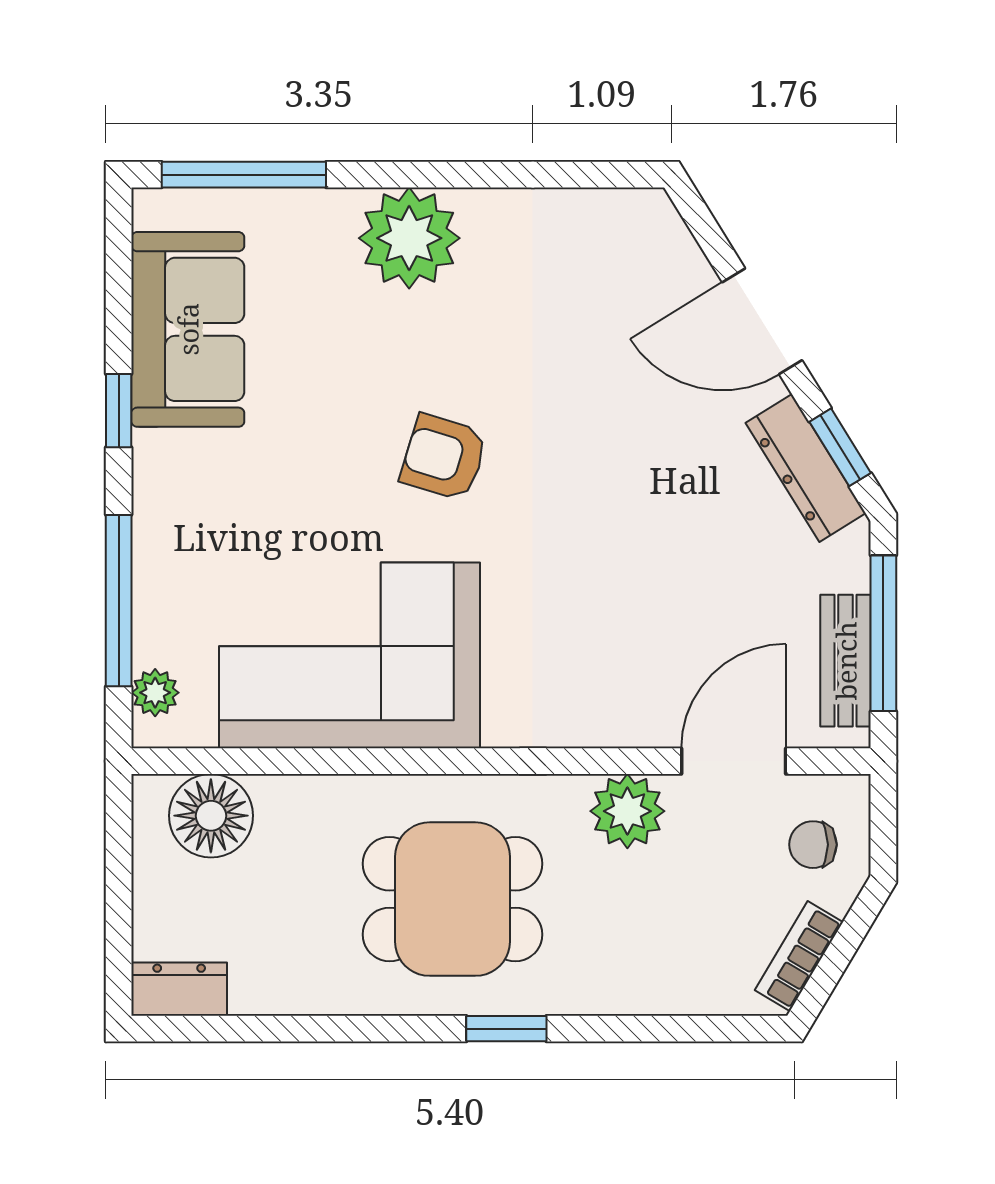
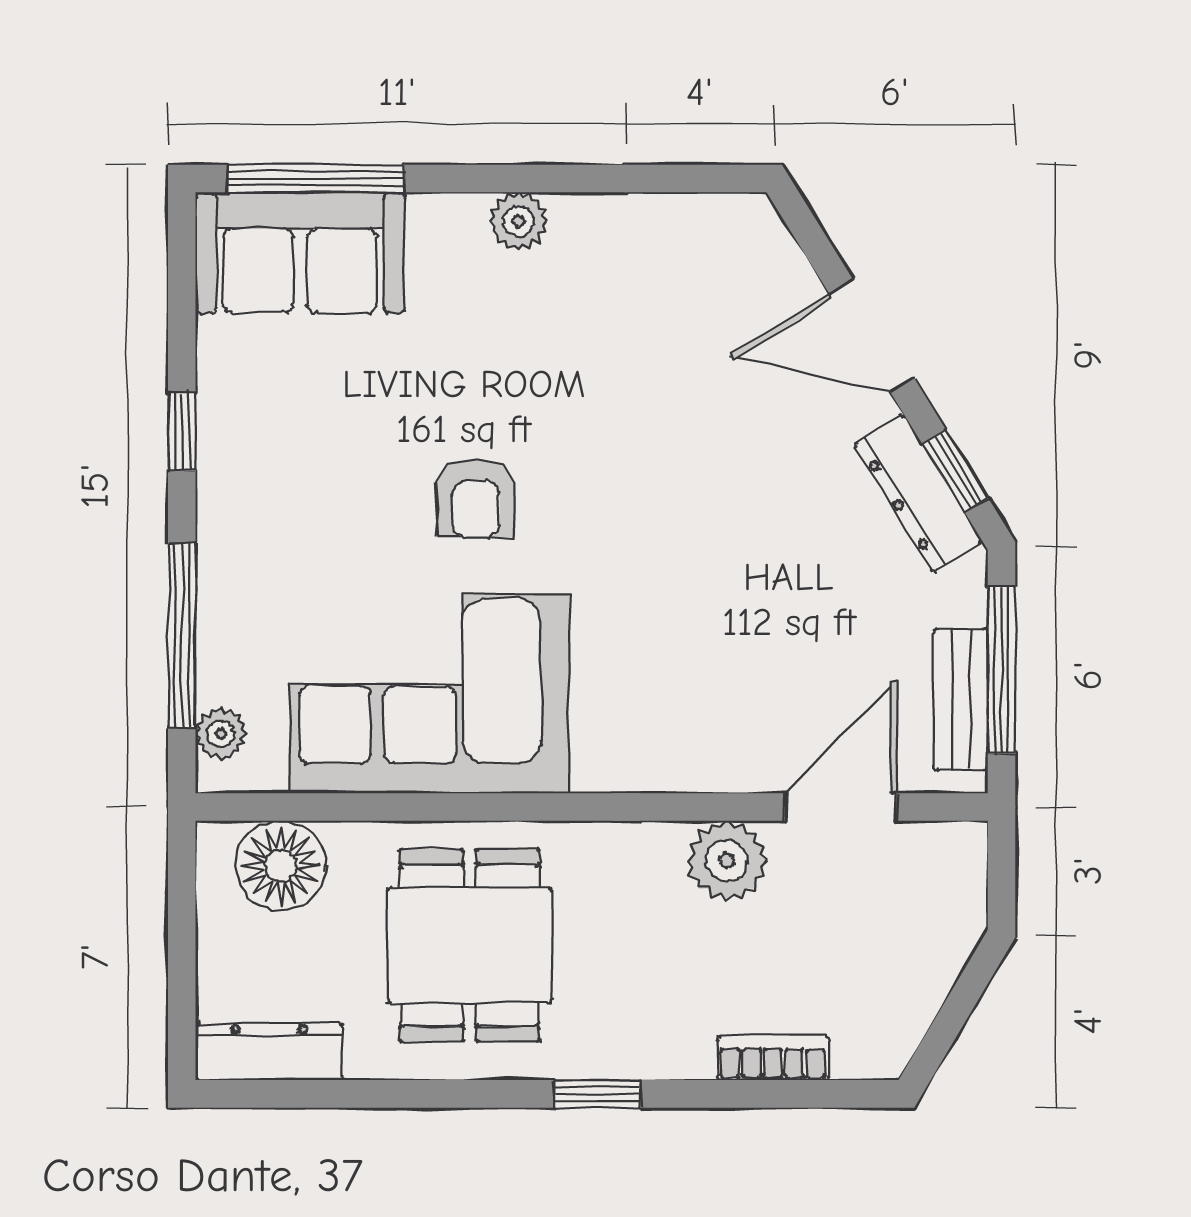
plant: (409, 238) -> (519, 221), width x0.53, depth x0.53
sofa: (188, 329) -> (300, 253), moved, turned 90
armchair: (444, 457) -> (476, 498), moved, turned -107
chair: (813, 845) -> (926, 897), removed
dining table: (453, 899) -> (470, 945), moved, turned 90
bookcase: (799, 956) -> (773, 1058), moved, turned 59
dresser: (179, 989) -> (269, 1051), width x1.44

